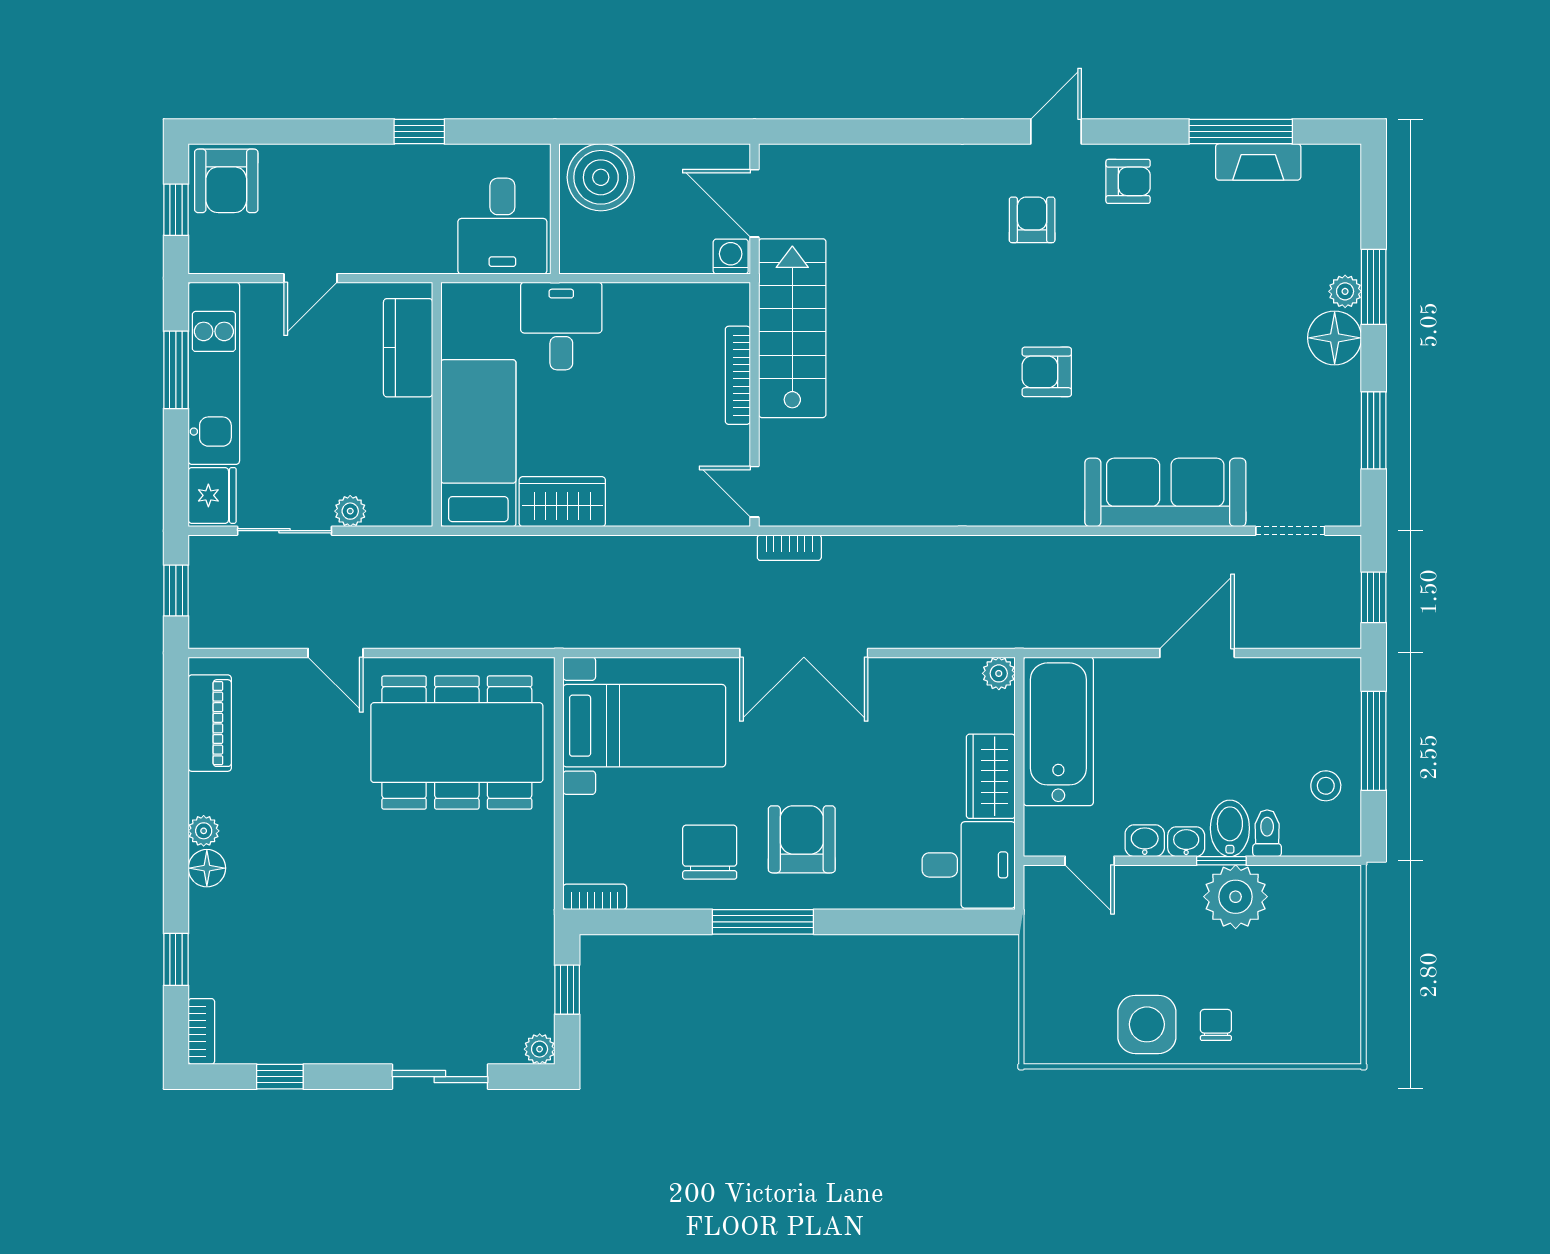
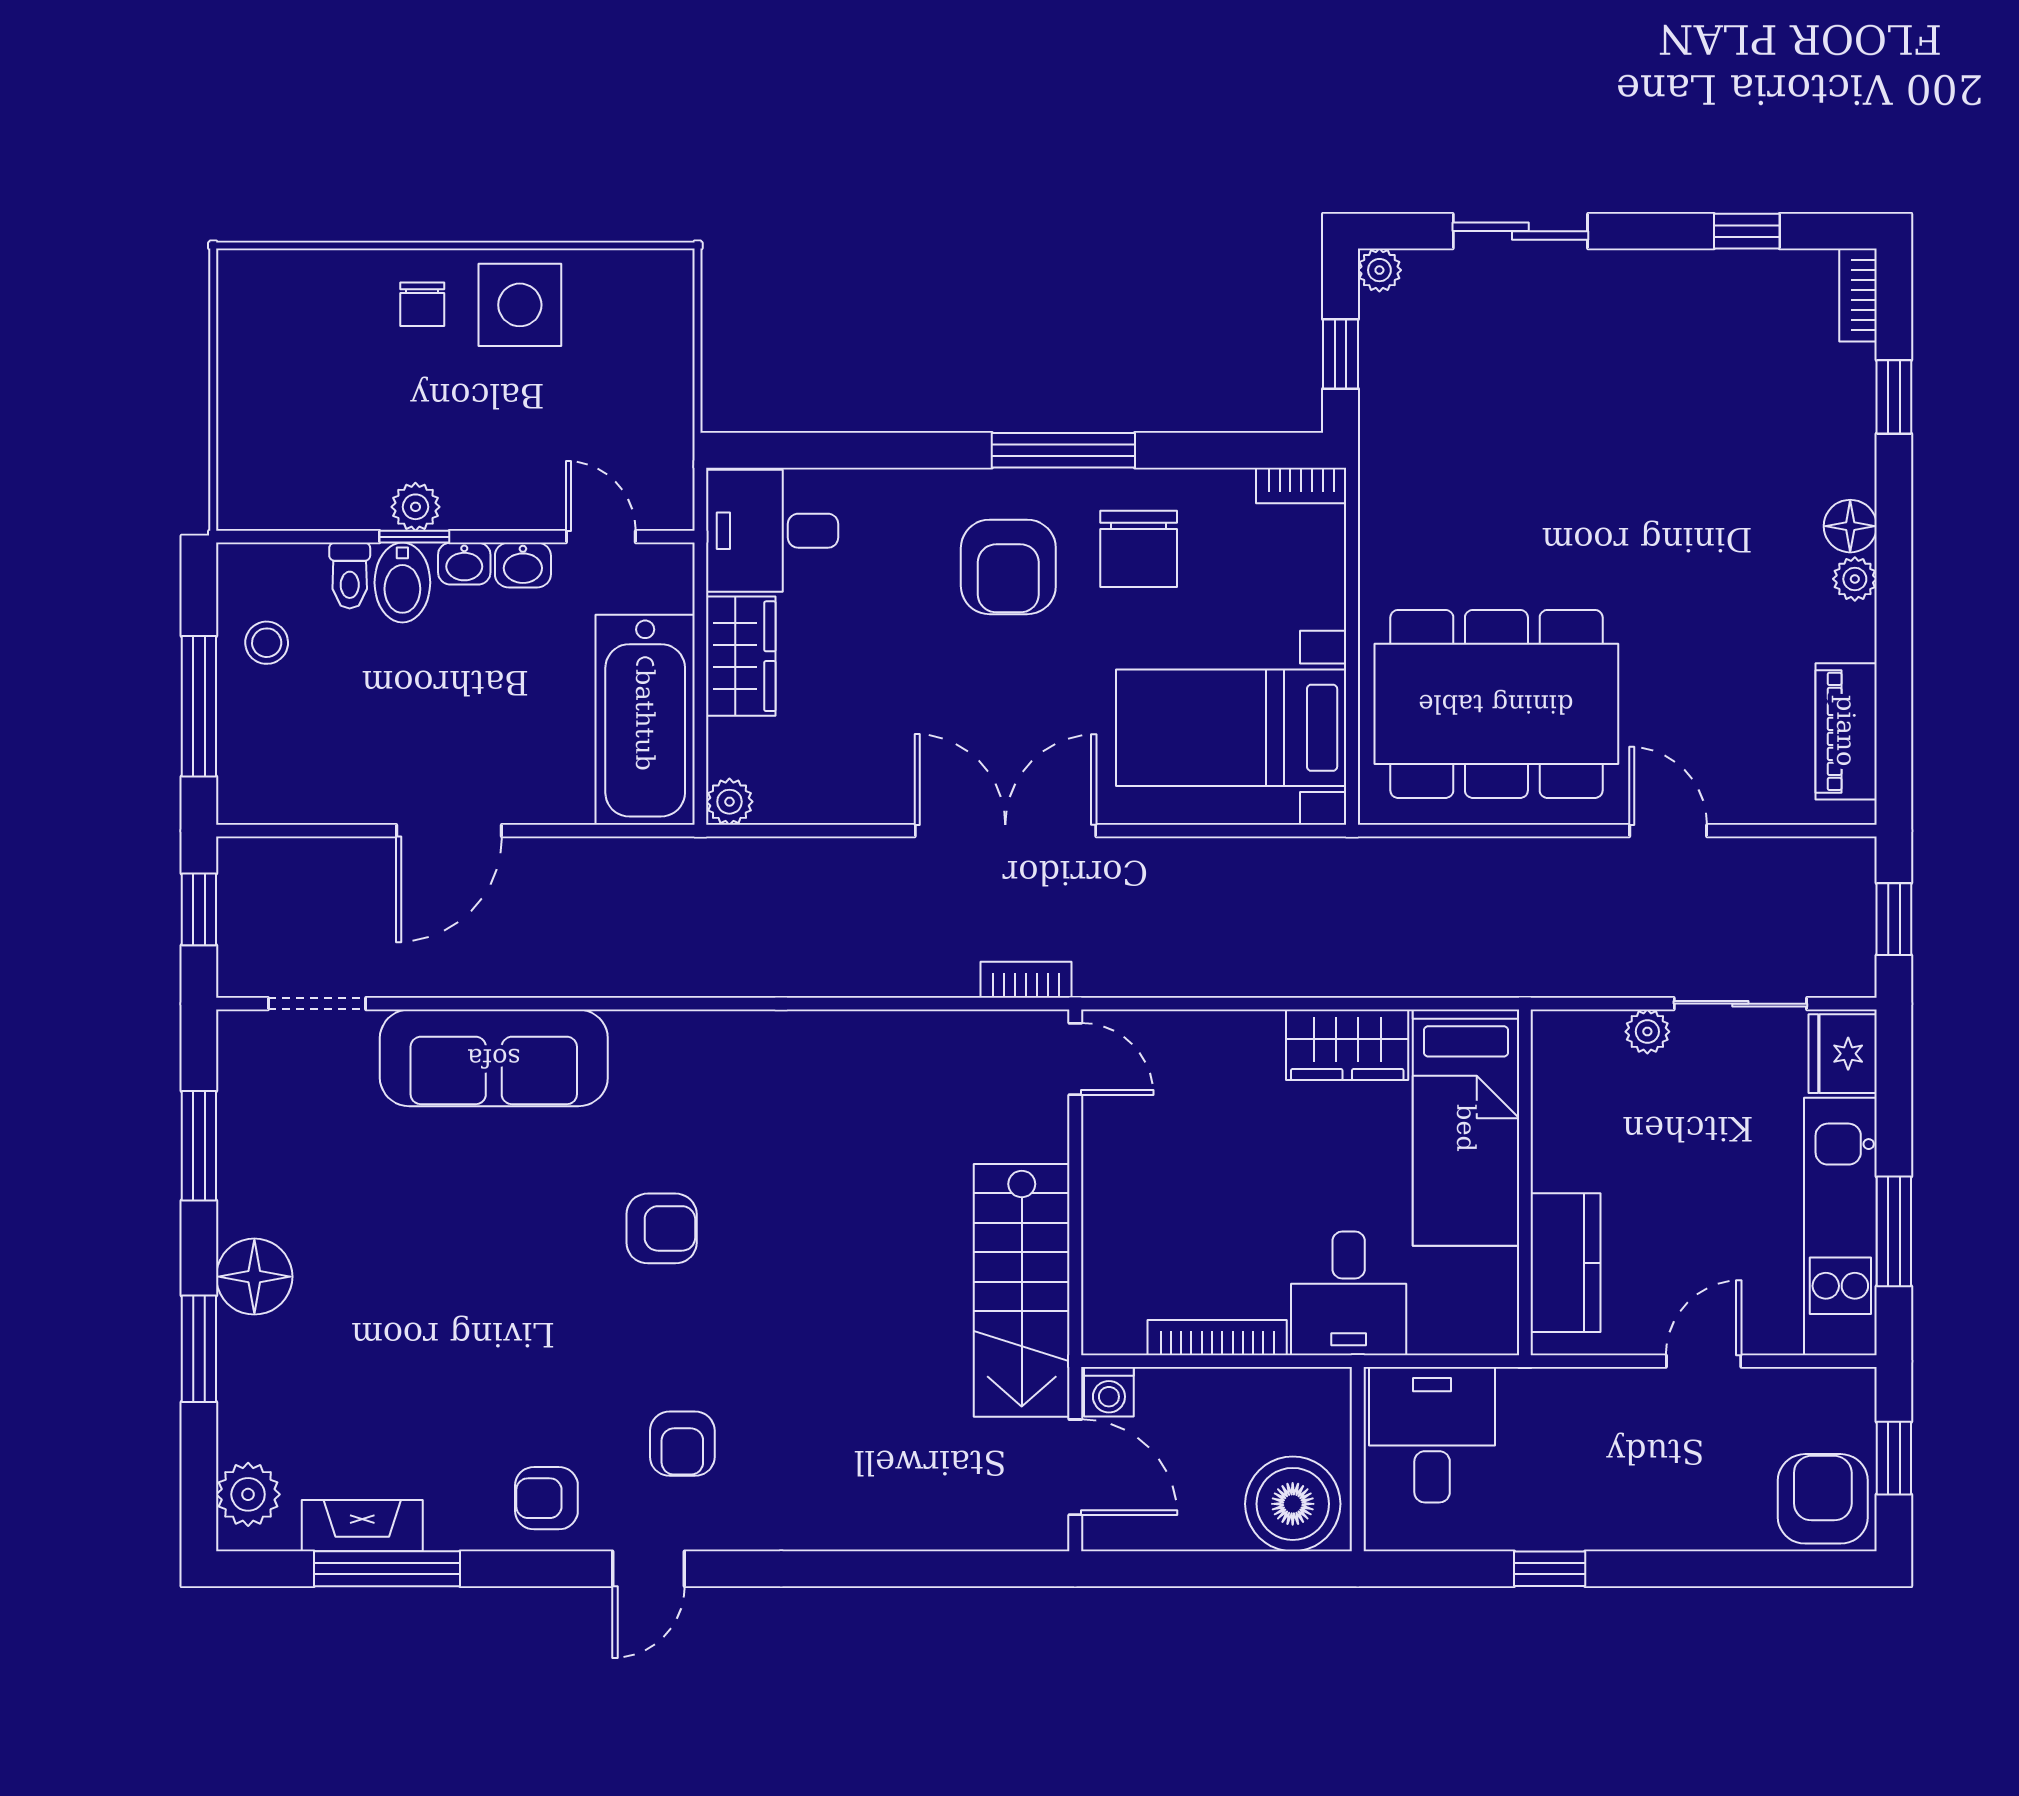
plant: (1345, 291) -> (248, 1494), moved, width x1.38, depth x1.38
bookcase: (738, 375) -> (1217, 1338), moved, turned -90
plant: (1236, 897) -> (415, 507), width x0.53, depth x0.53

